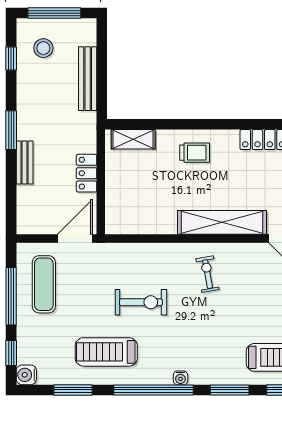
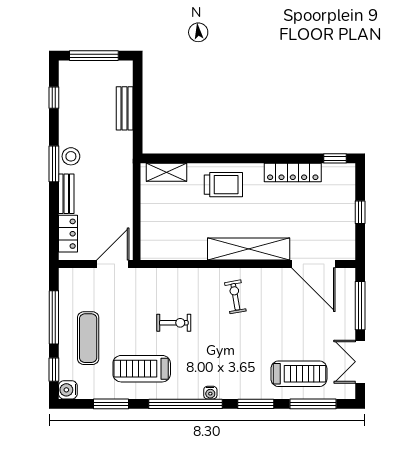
stool: (43, 48) -> (71, 156), moved
bench: (88, 79) -> (125, 108), width x0.73
trolley: (195, 153) -> (223, 185), width x1.36, depth x1.39
locker: (87, 173) -> (68, 234), moved, turned 180
exercise mat: (44, 284) -> (88, 338), moved
exercise bike: (141, 302) -> (174, 323), width x0.73, depth x0.72

